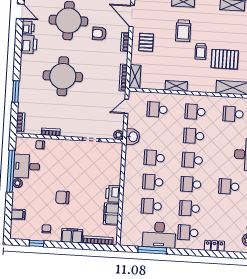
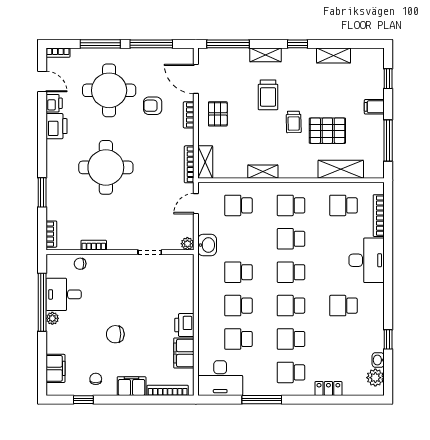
filing cabinet: (18, 214) -> (55, 368), width x2.00
desk: (159, 235) -> (220, 378), moved
window: (152, 250) -> (262, 400), moved

